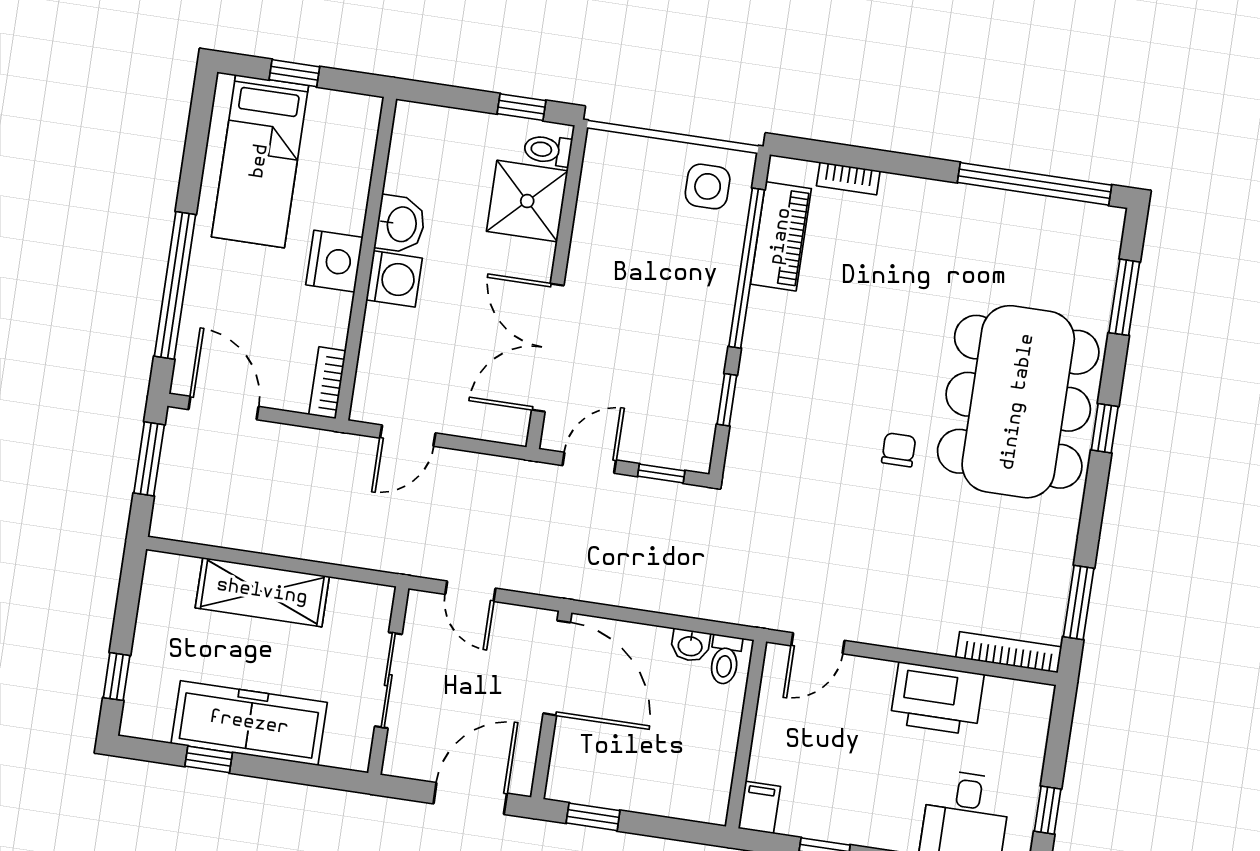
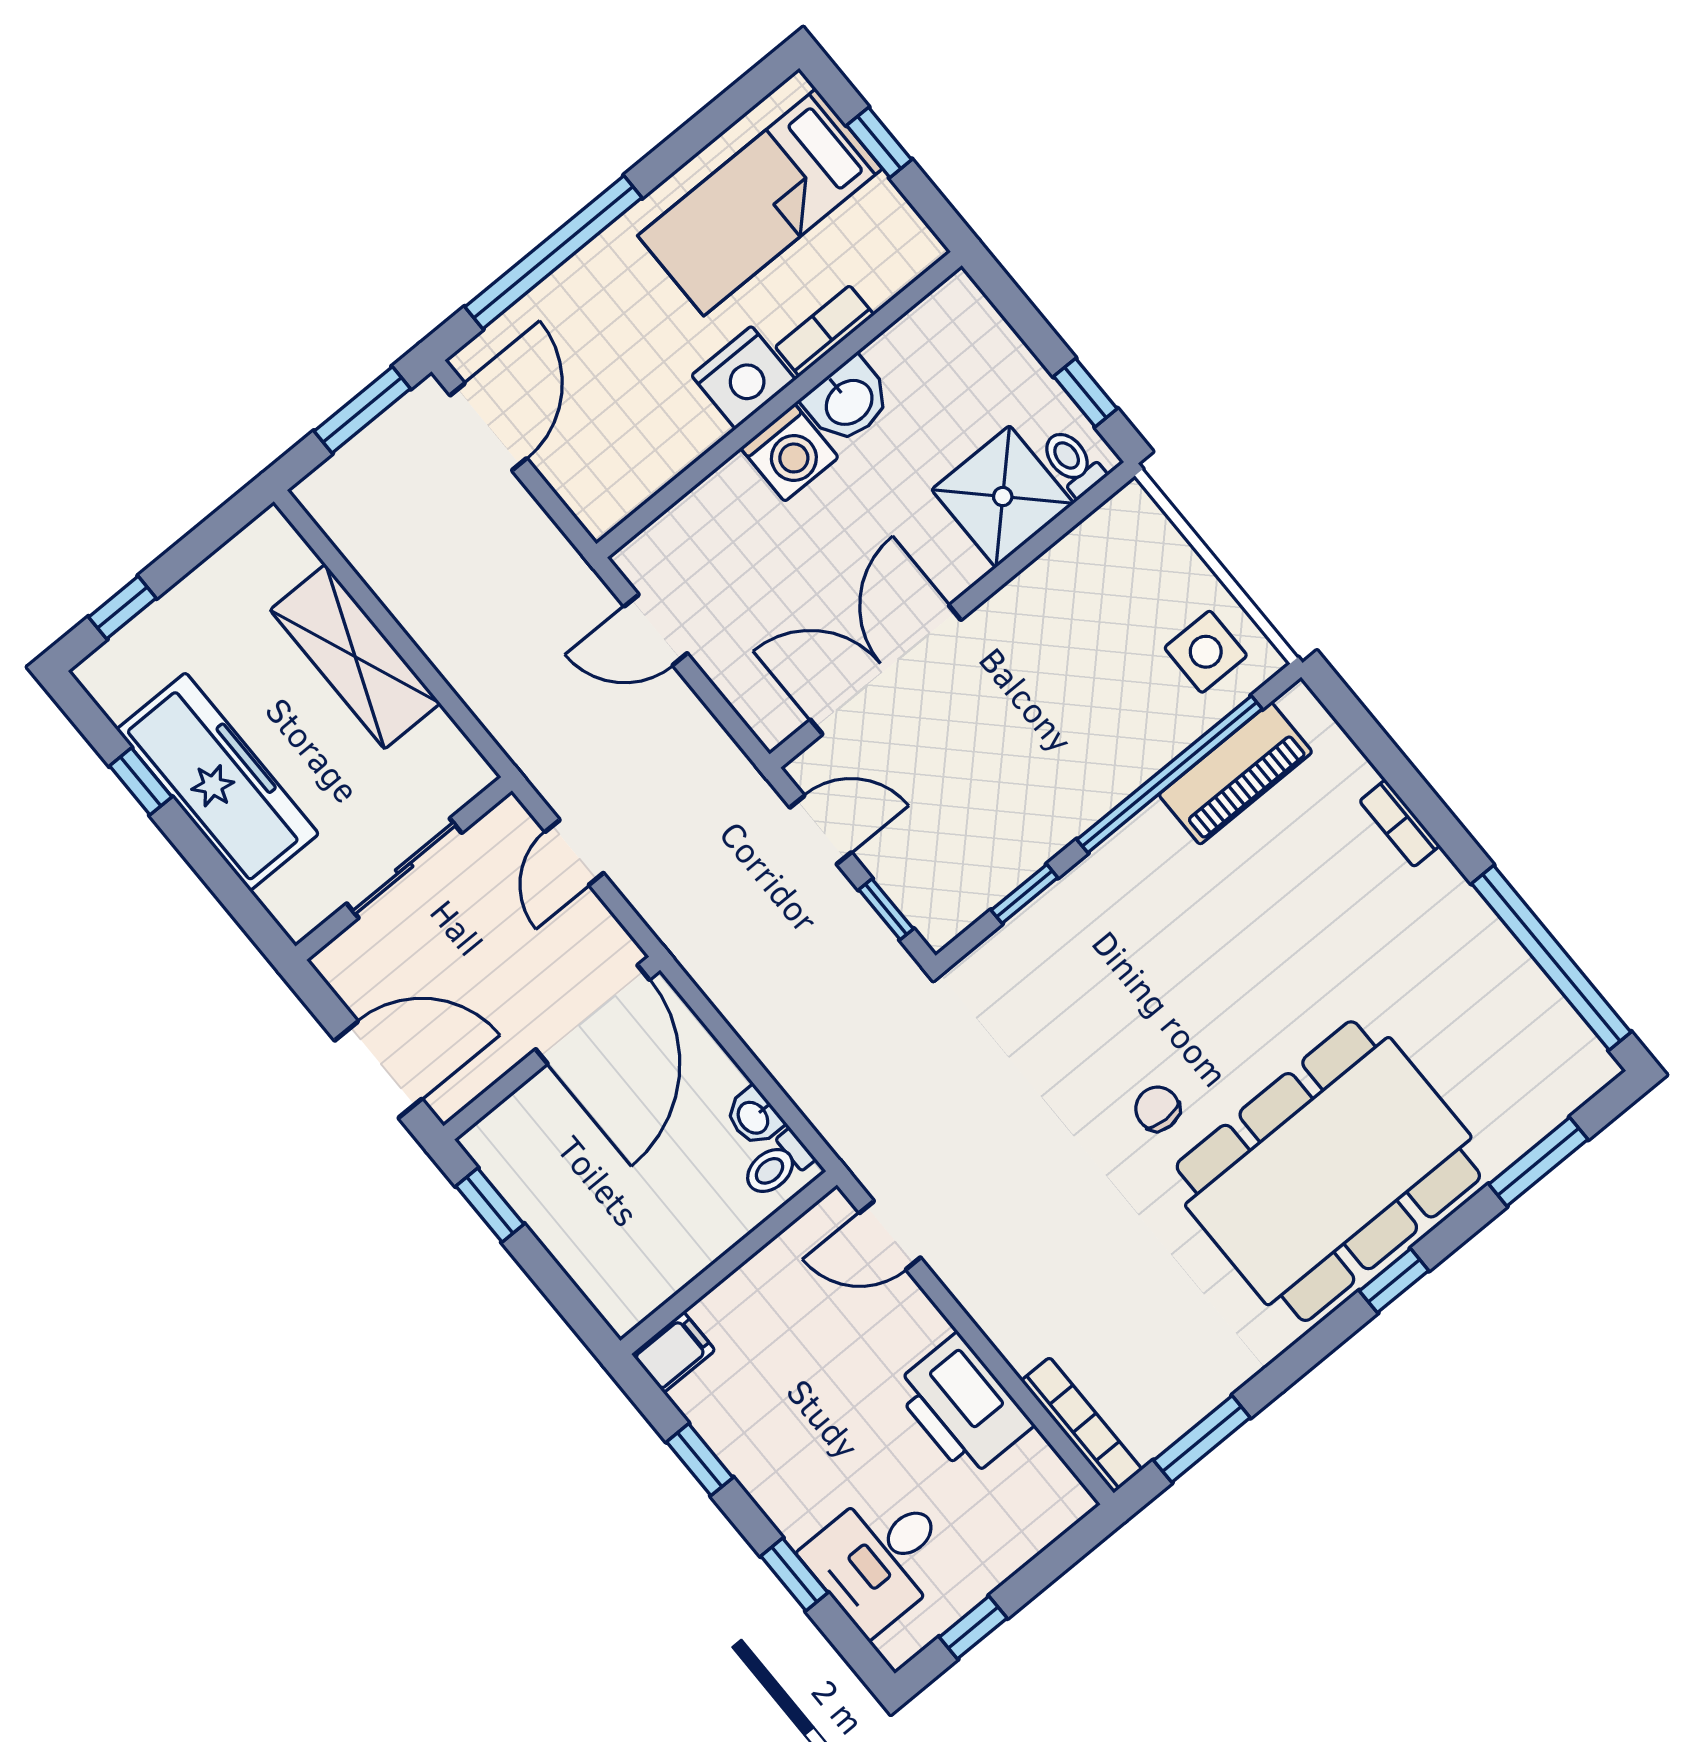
bookcase: (848, 178) -> (1400, 823), moved
bookcase: (327, 383) -> (825, 331), moved
chair: (899, 450) -> (1157, 1109), turned -90

